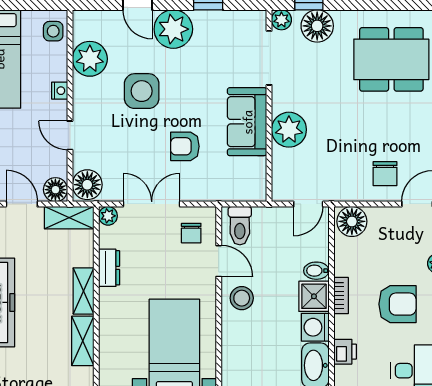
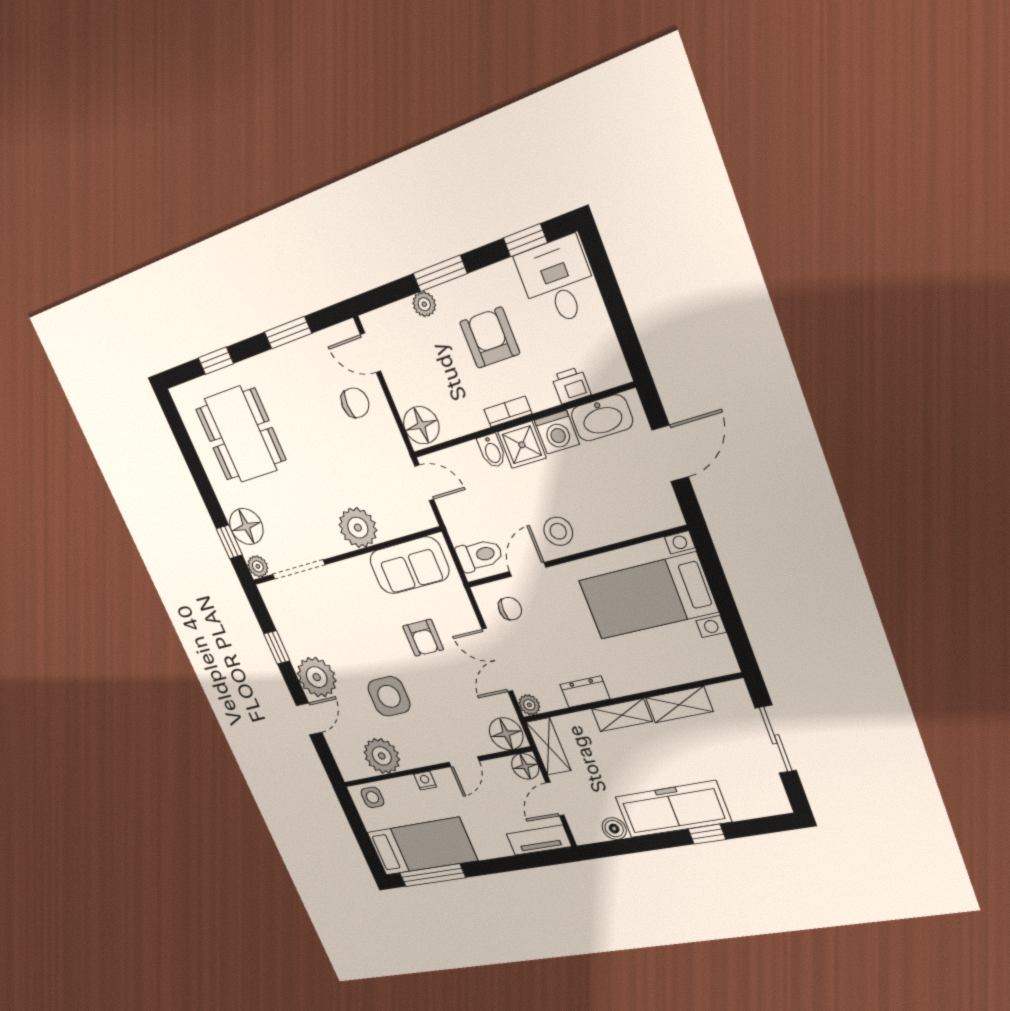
sofa: (247, 122) -> (409, 565), moved

